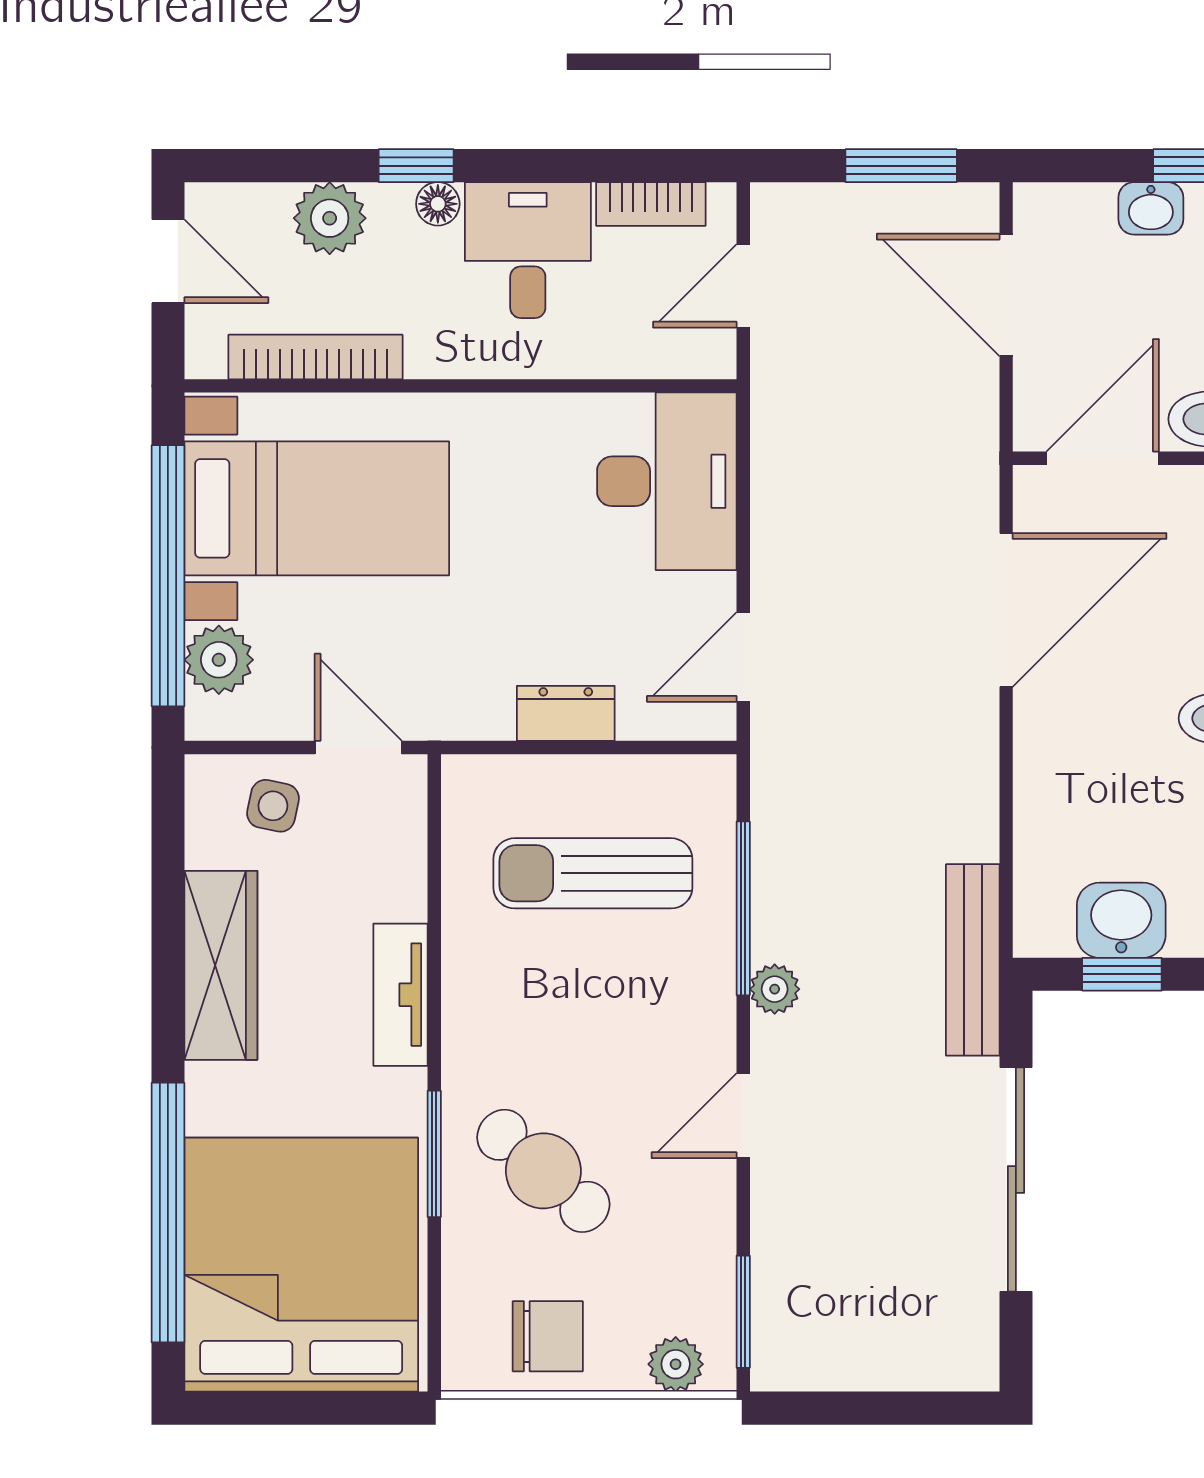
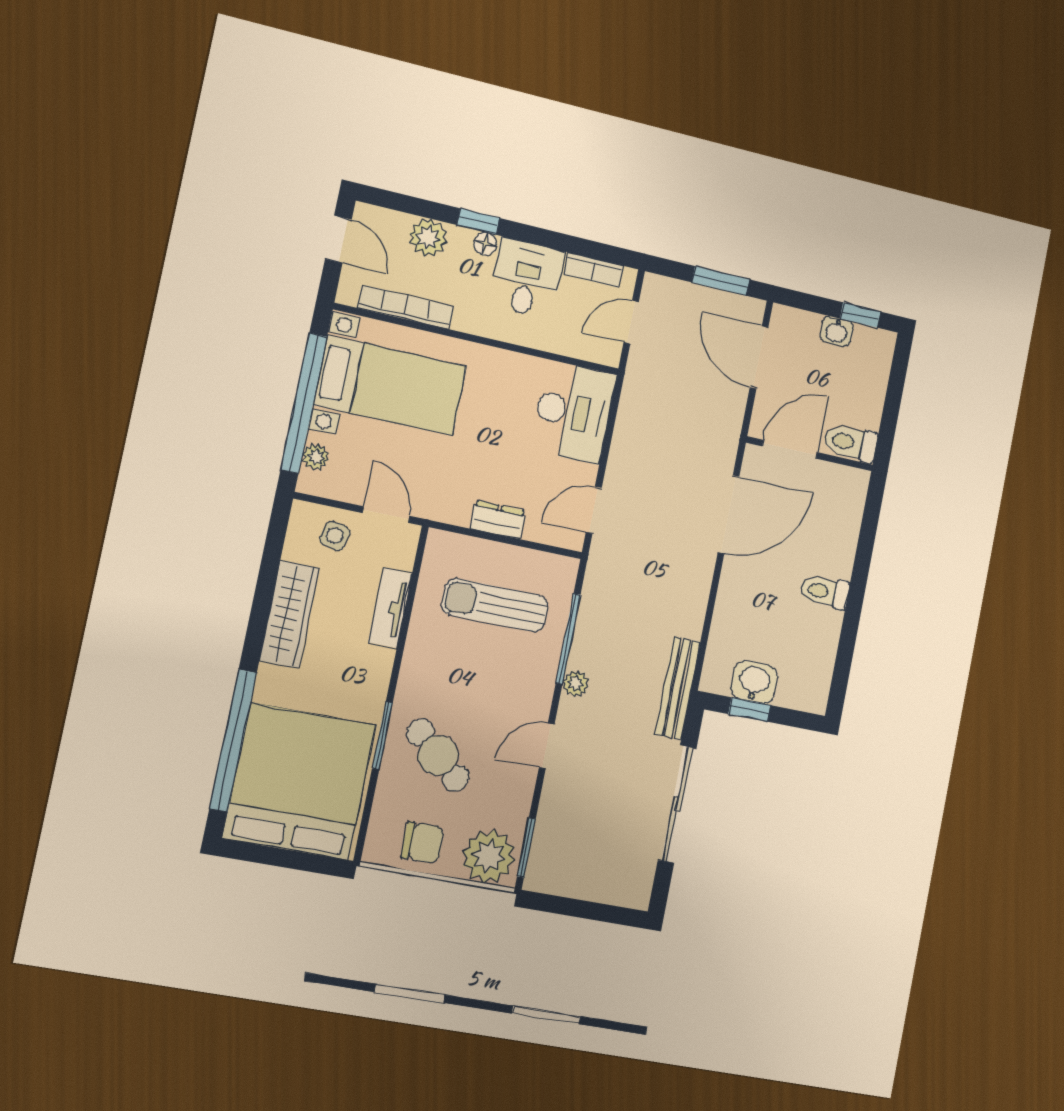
plant: (219, 660) -> (316, 457), width x0.73, depth x0.73
tv unit: (401, 995) -> (390, 608), moved
plant: (676, 1364) -> (489, 856), width x1.88, depth x1.88

